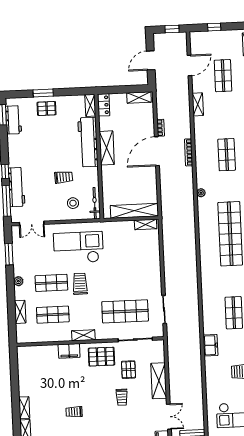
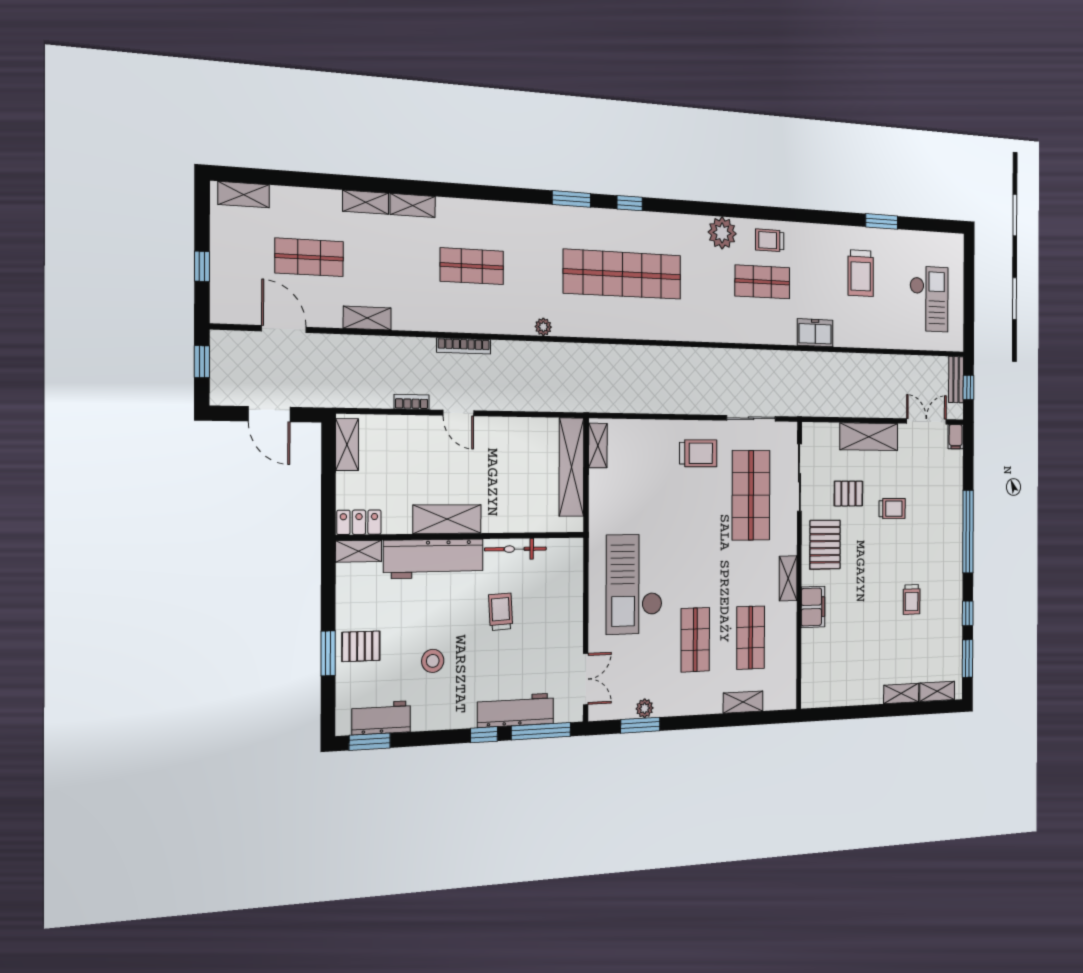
pallet: (47, 108) -> (361, 646), turned 90
door: (157, 151) -> (458, 413), width x0.53
stool: (73, 203) -> (433, 661), moved
bicycle: (95, 203) -> (515, 549), moved
plant: (18, 281) -> (645, 708), moved
trolley: (80, 284) -> (698, 453), moved, turned 180

